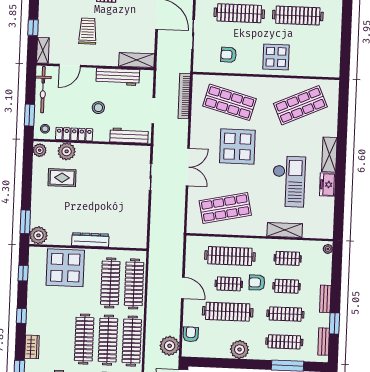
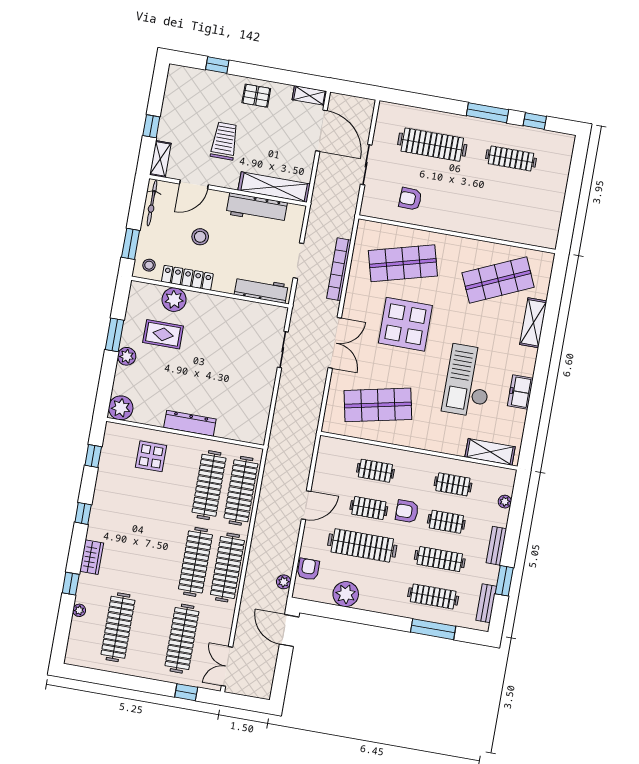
clothes rail: (298, 16) -> (511, 158), width x0.73, depth x0.76
display table: (276, 57) -> (474, 210), removed
shelving: (137, 60) -> (274, 187), width x1.47
bicycle: (43, 90) -> (152, 203), width x0.73, depth x0.71
bookcase: (184, 96) -> (339, 269), moved
shop shelf: (229, 102) -> (403, 263), turned -30
stool: (98, 108) -> (200, 237), moved
plant: (40, 150) -> (127, 356), moved
shelving: (329, 155) -> (533, 323), moved
checkout: (289, 181) -> (468, 381), turned 180
window: (25, 222) -> (115, 335), moved
shelving: (285, 230) -> (490, 452), moved
plant: (328, 249) -> (505, 502), moved
clothes rail: (230, 256) -> (375, 471), width x0.54, depth x0.76
display table: (65, 268) -> (151, 456), width x0.54, depth x0.54
door: (183, 288) -> (306, 505), hinge flipped
clothes rail: (84, 339) -> (163, 556), removed
plant: (170, 346) -> (284, 582), width x0.53, depth x0.53
plant: (240, 350) -> (346, 594), moved

